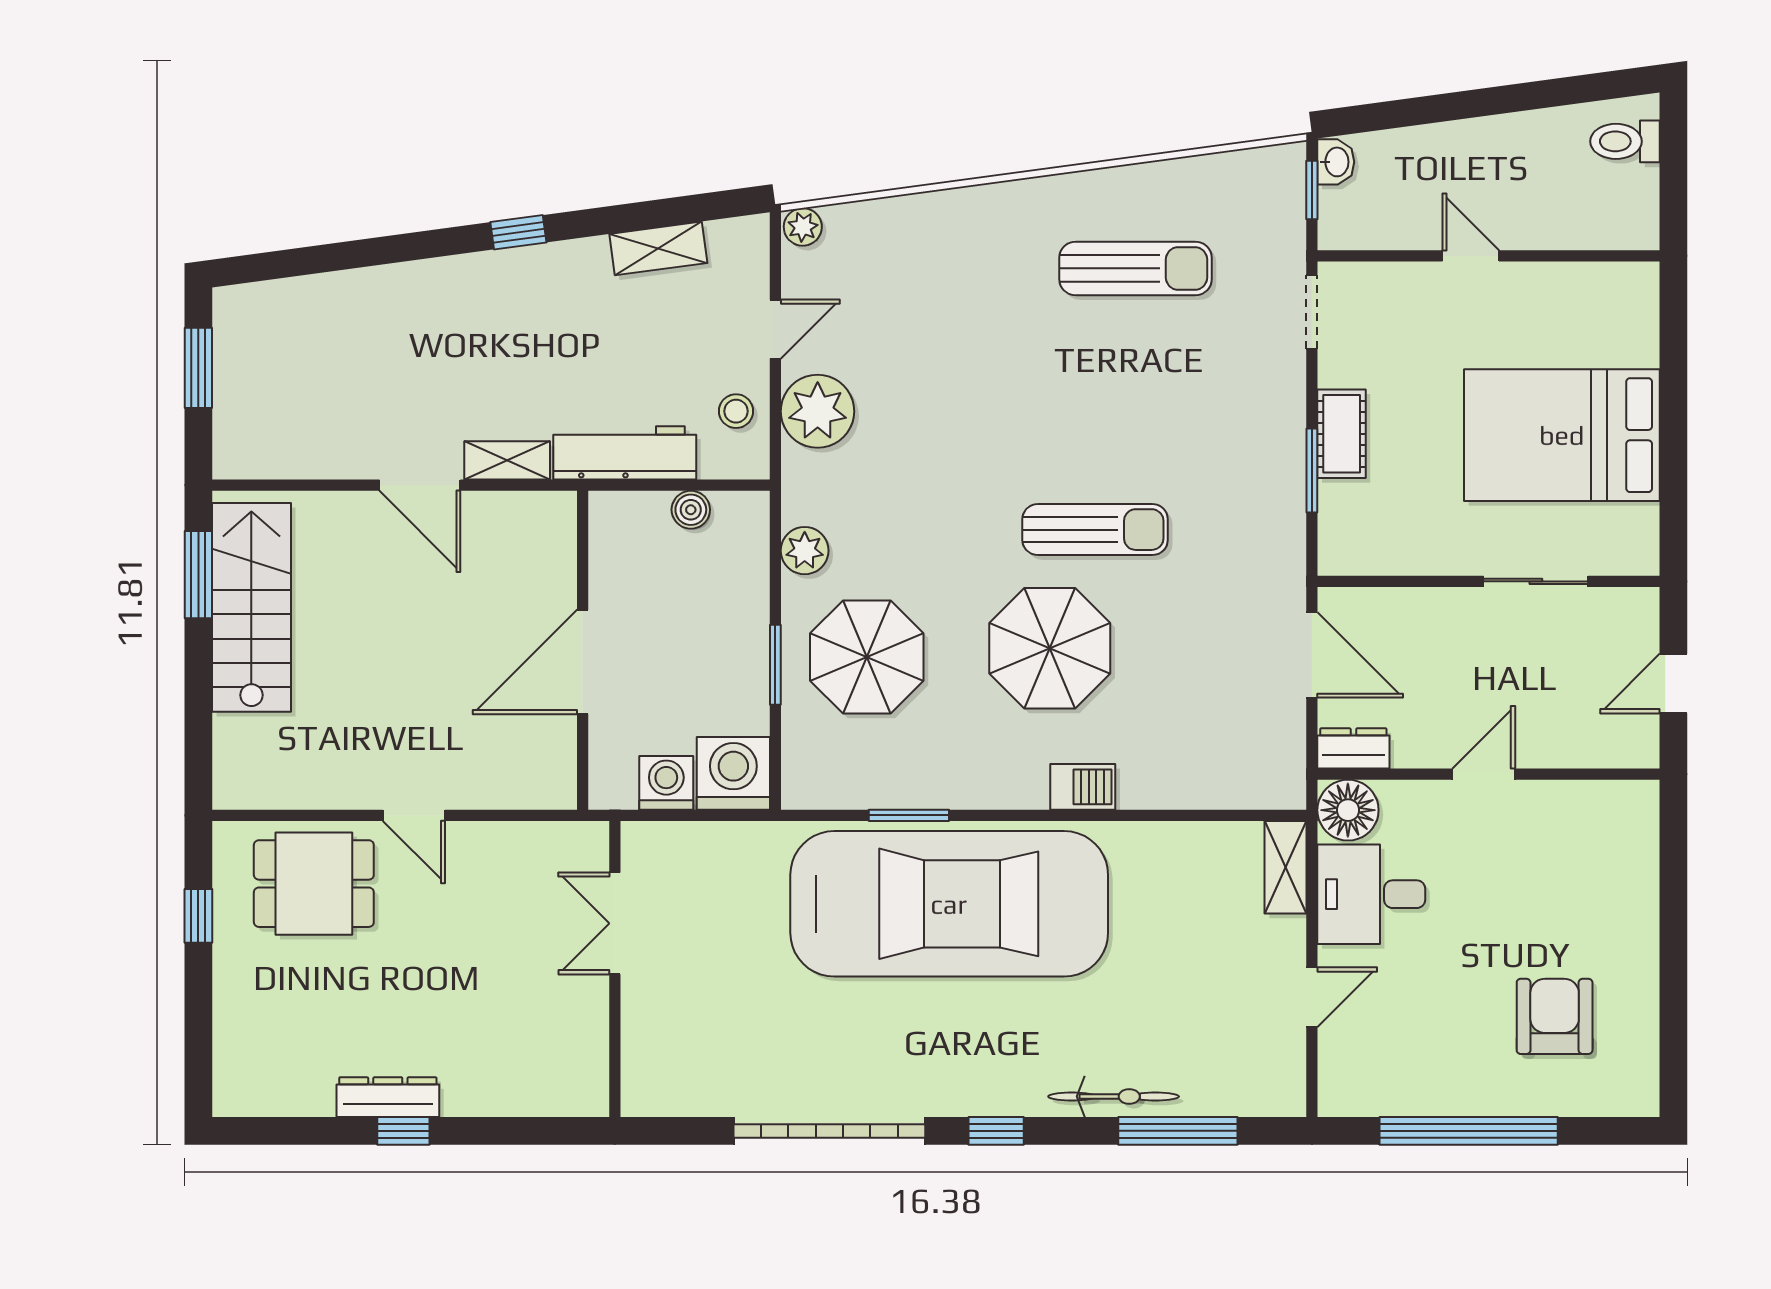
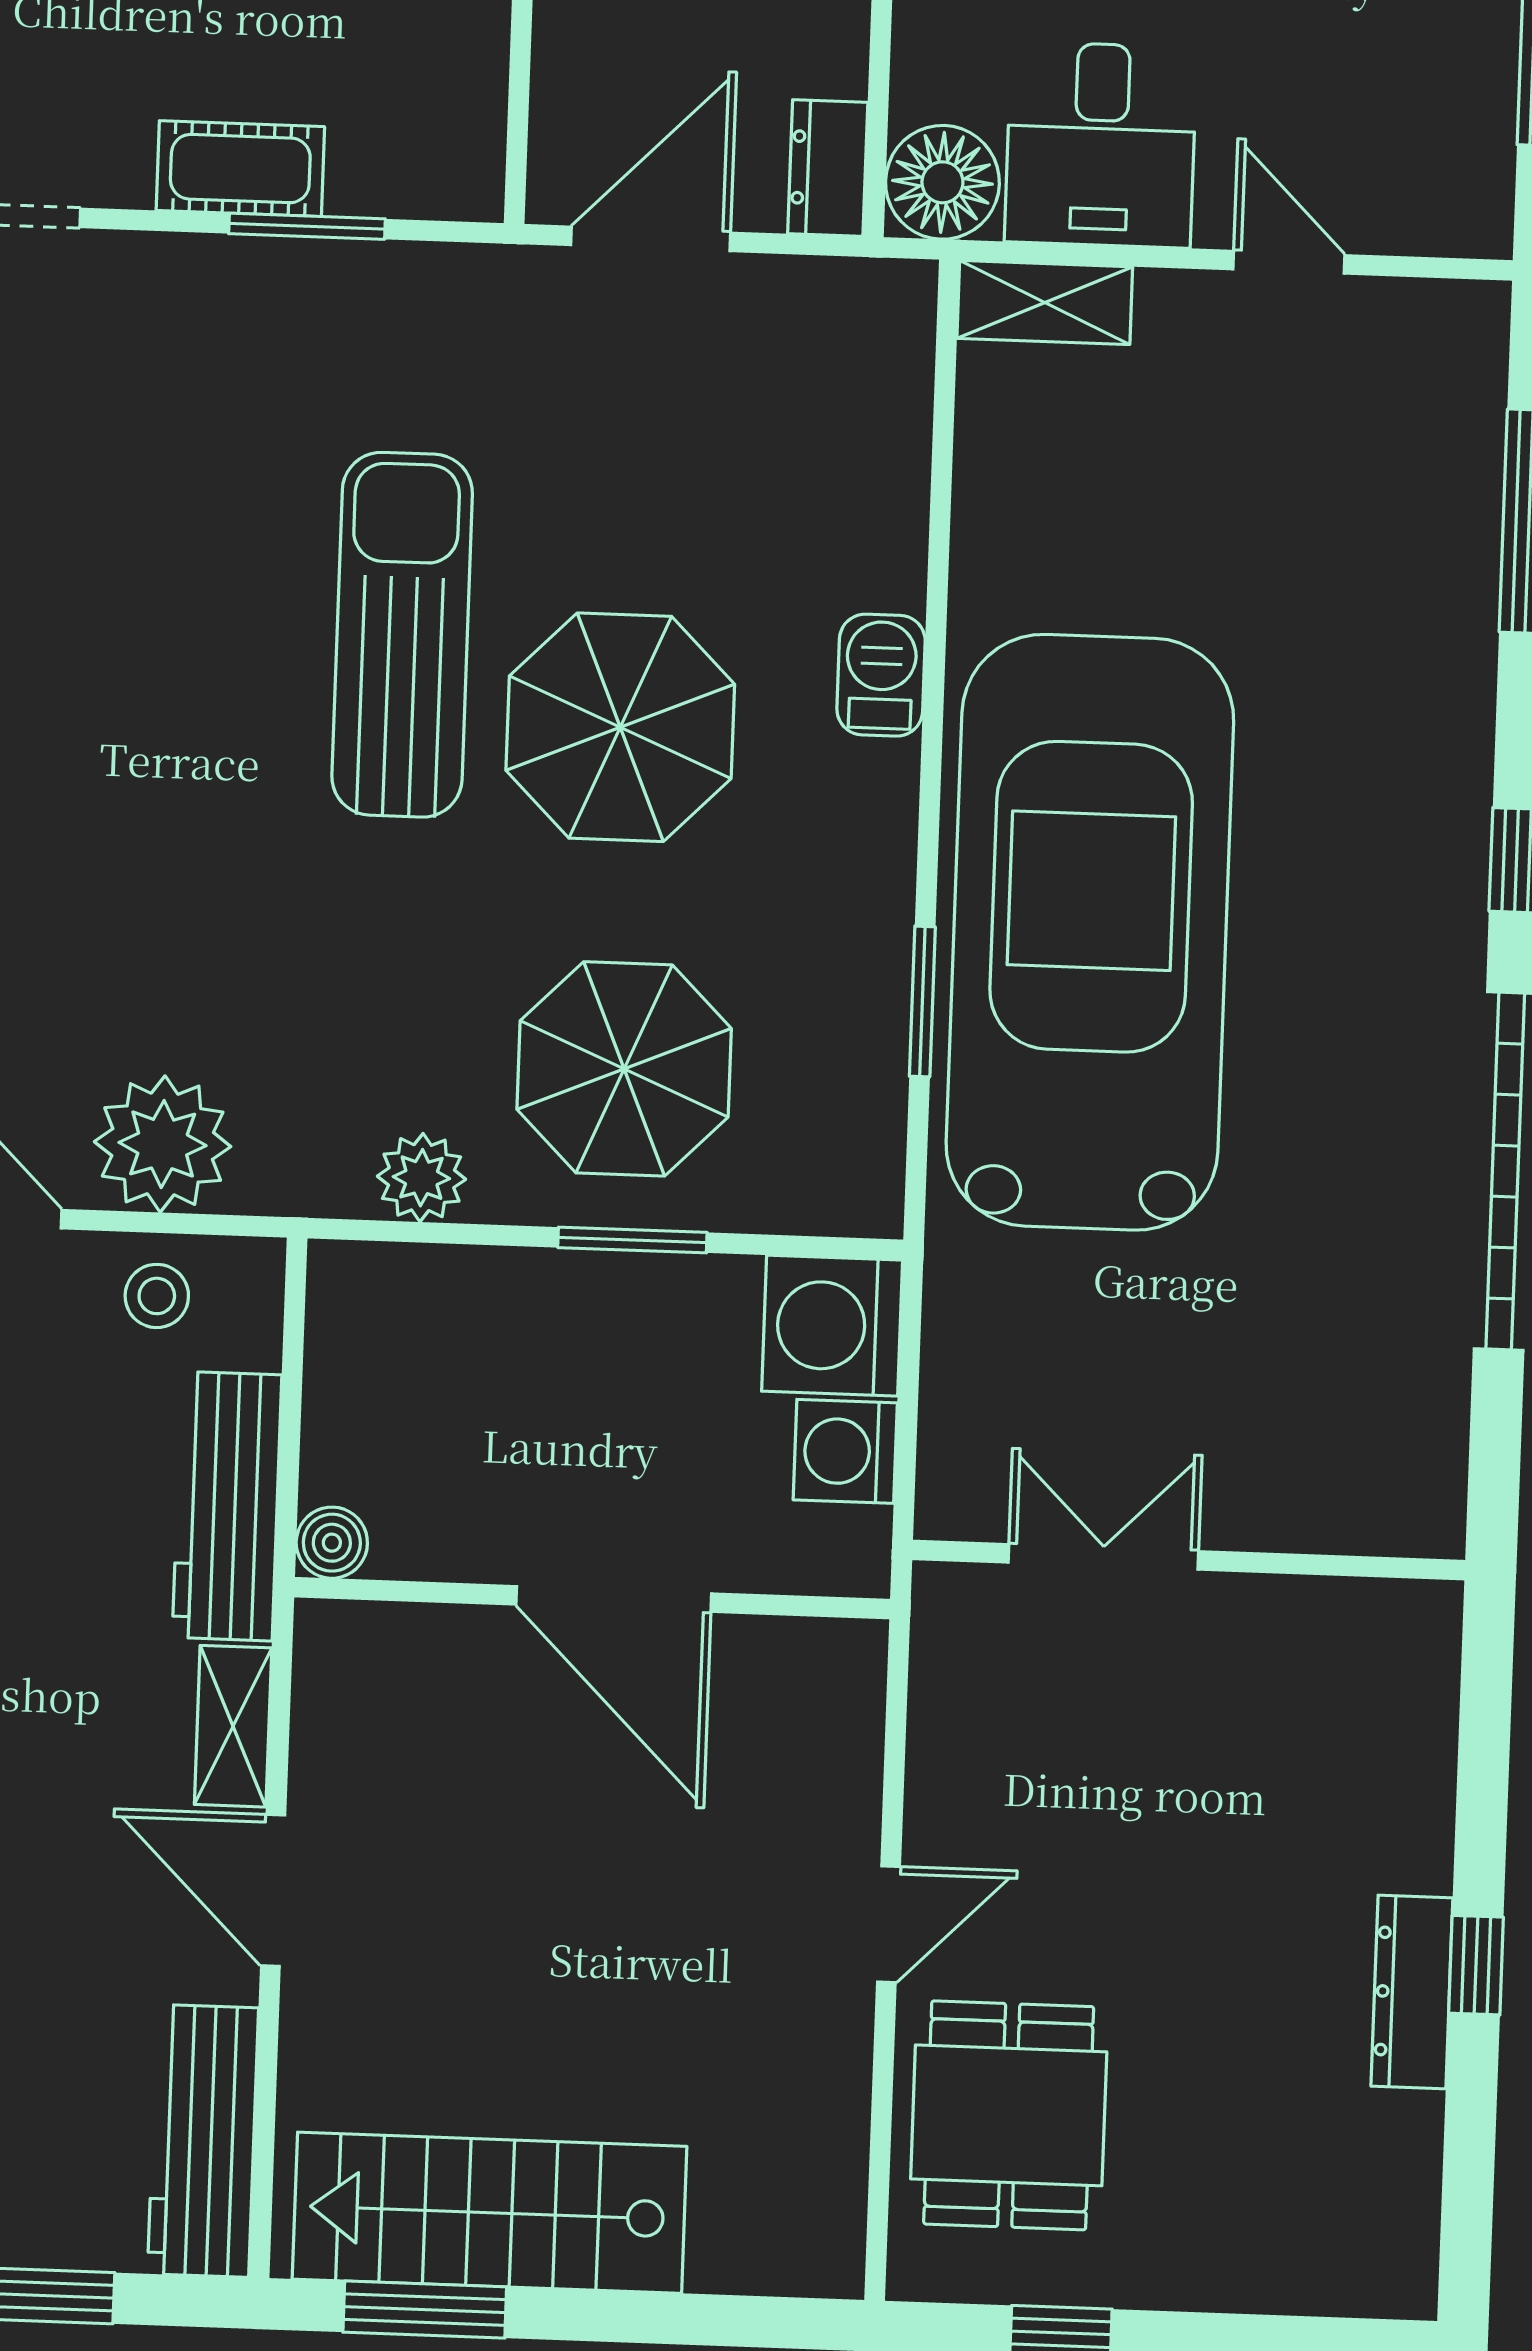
workbench: (284, 452) -> (203, 2141), added
door: (420, 485) -> (273, 1890), swing flipped
boiler: (691, 510) -> (332, 1543), moved
sun lounger: (1095, 530) -> (402, 635), width x1.36, depth x1.34
double door: (615, 923) -> (1103, 1557), swing flipped
bicycle: (1114, 1096) -> (1460, 639), removed

